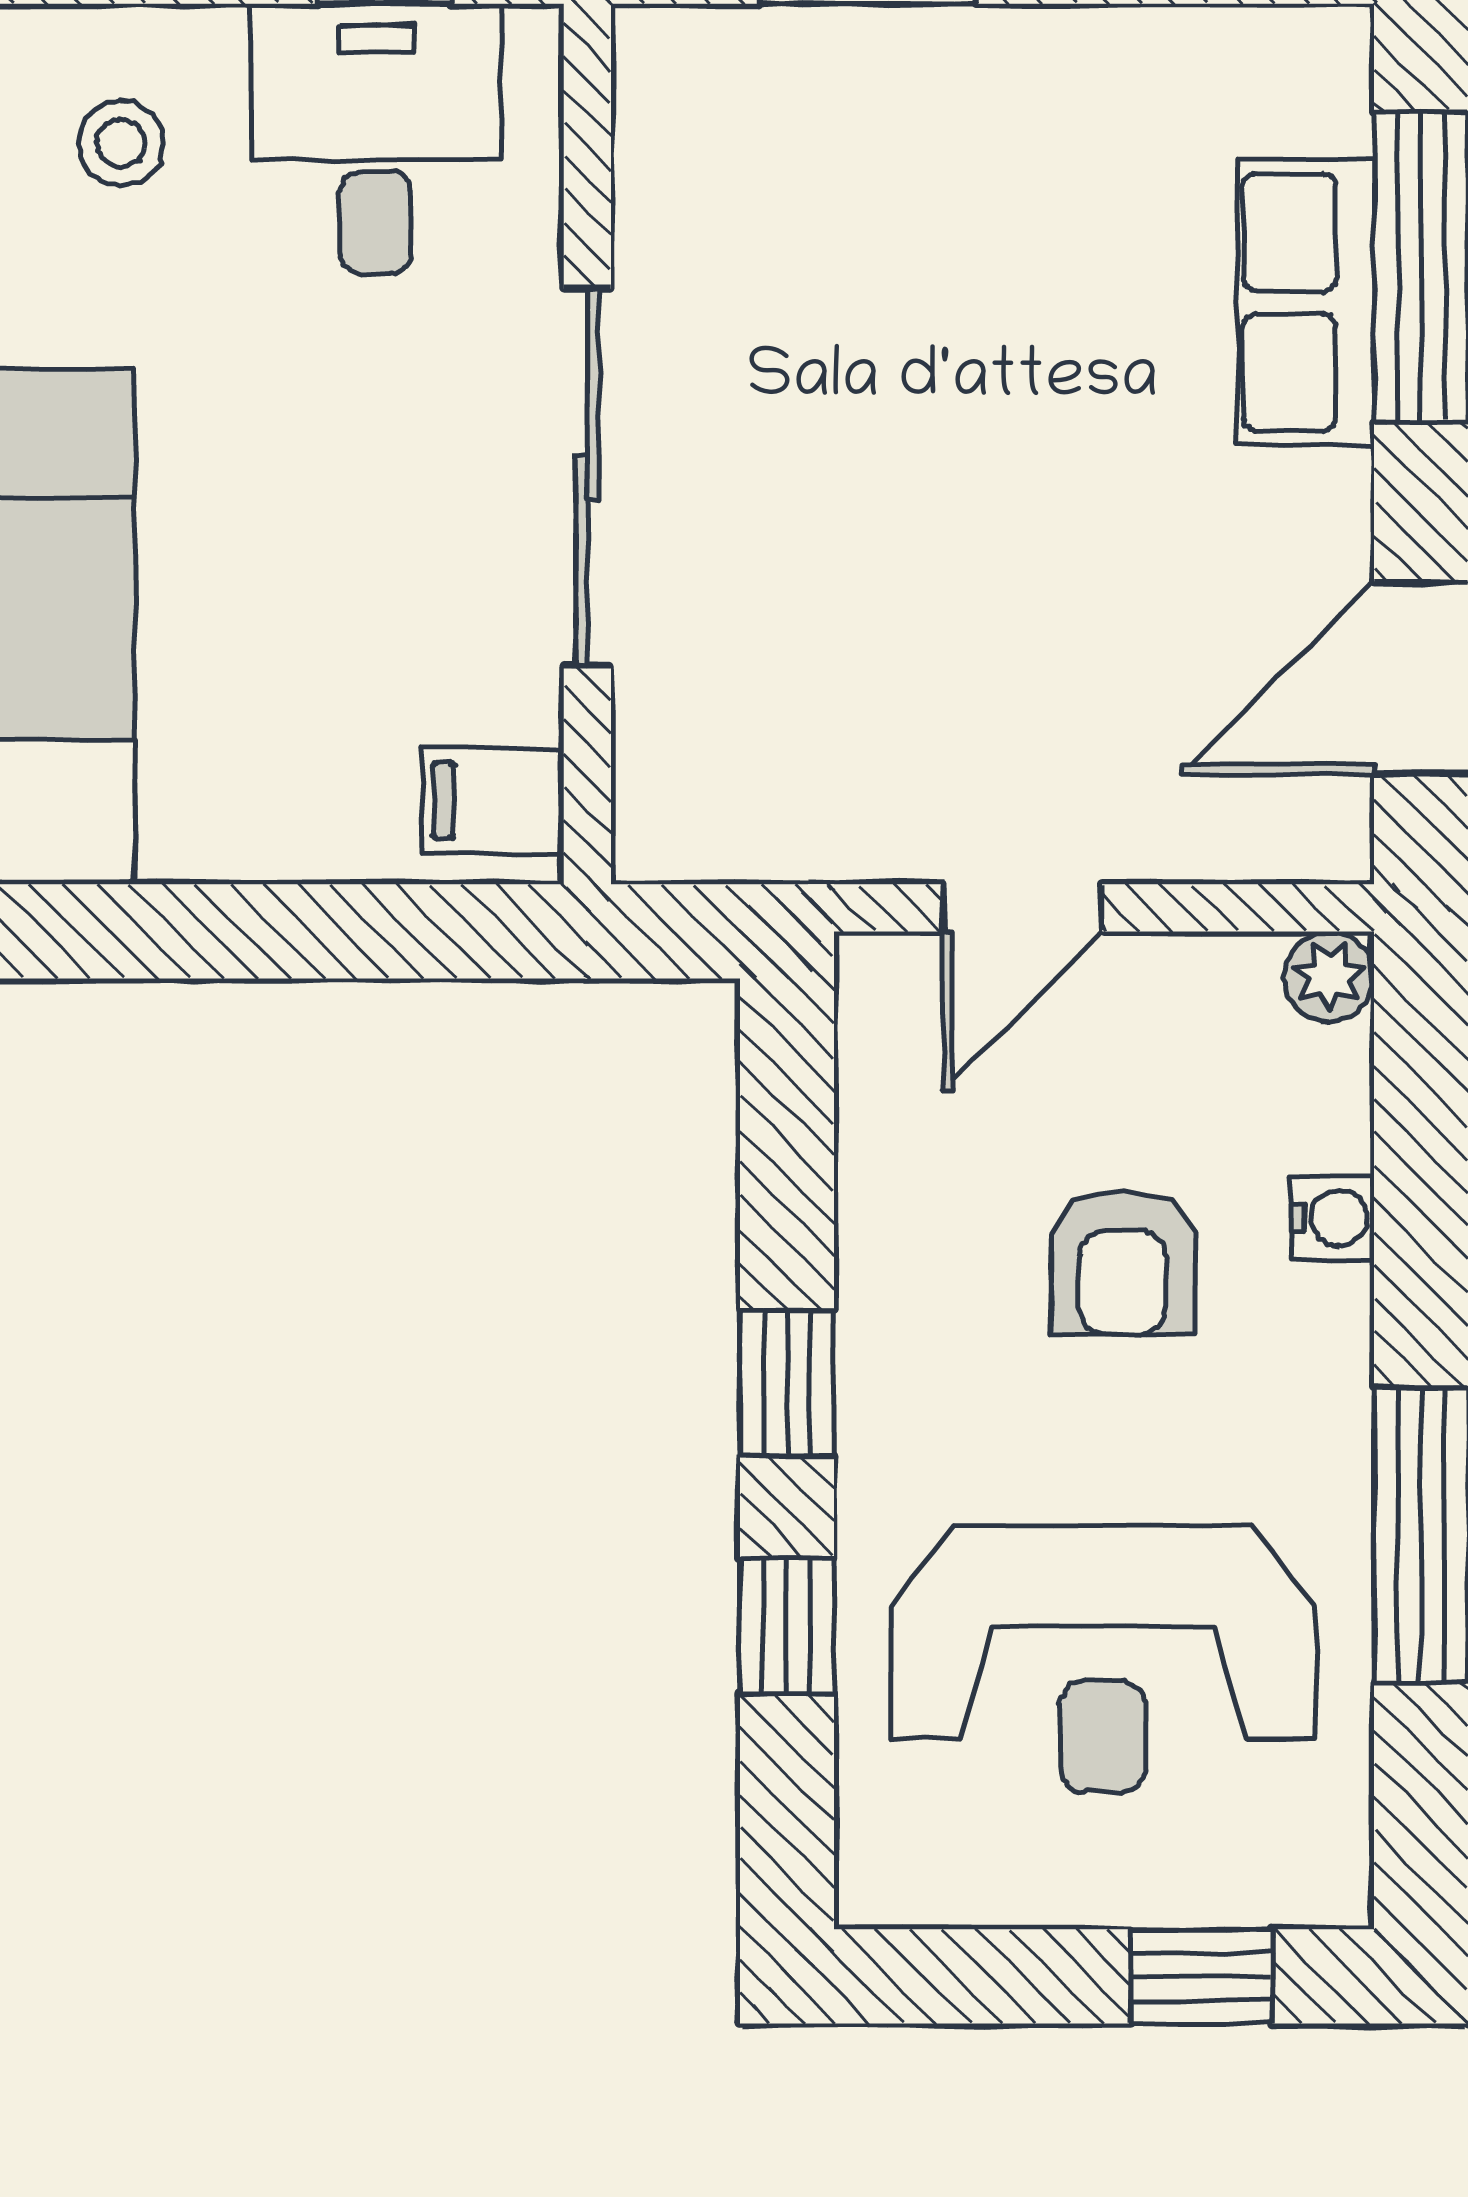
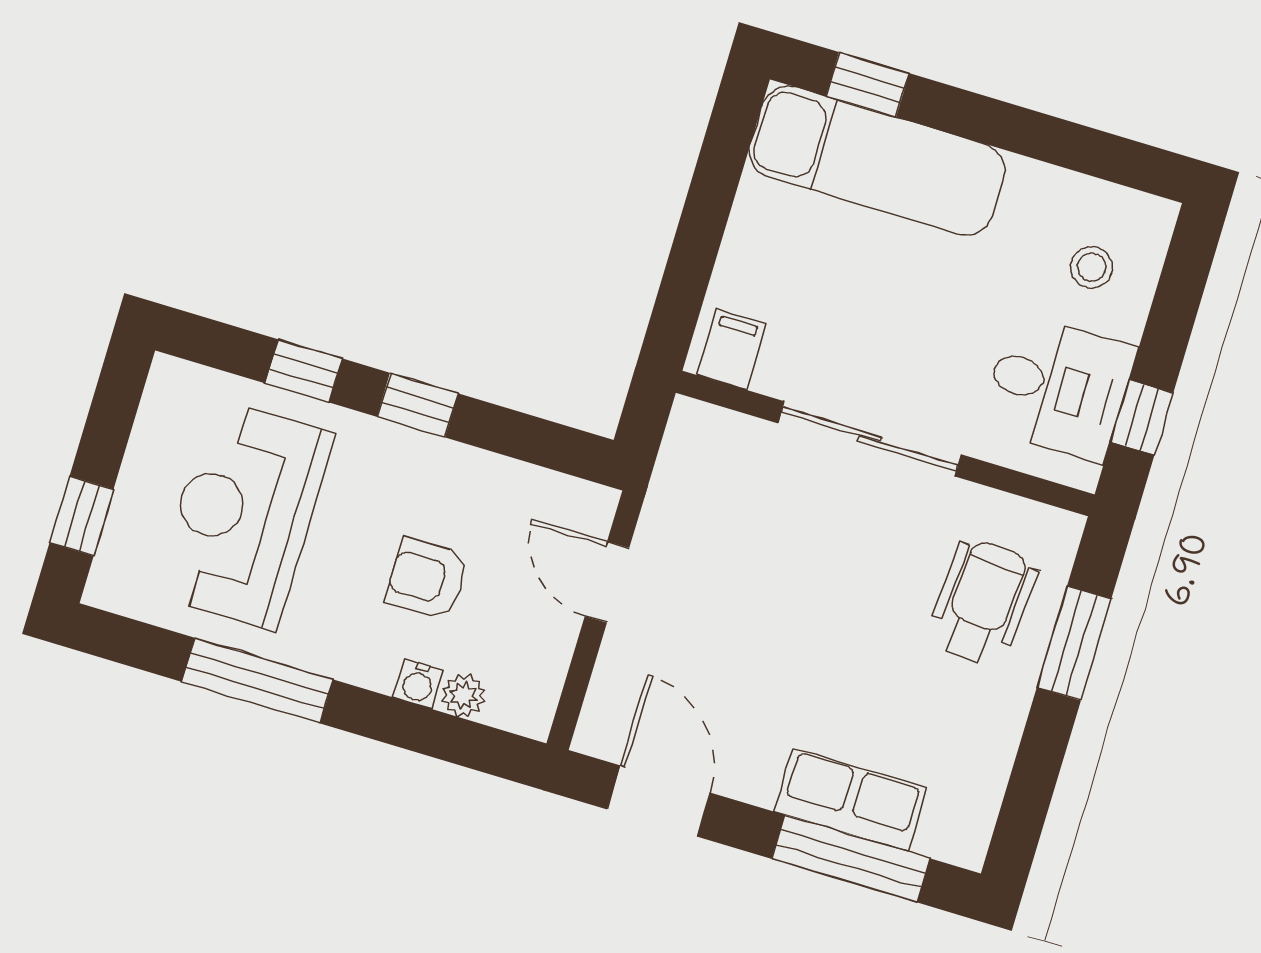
wheelchair: (842, 160) -> (982, 602), added
plant: (1329, 976) -> (463, 696), moved

